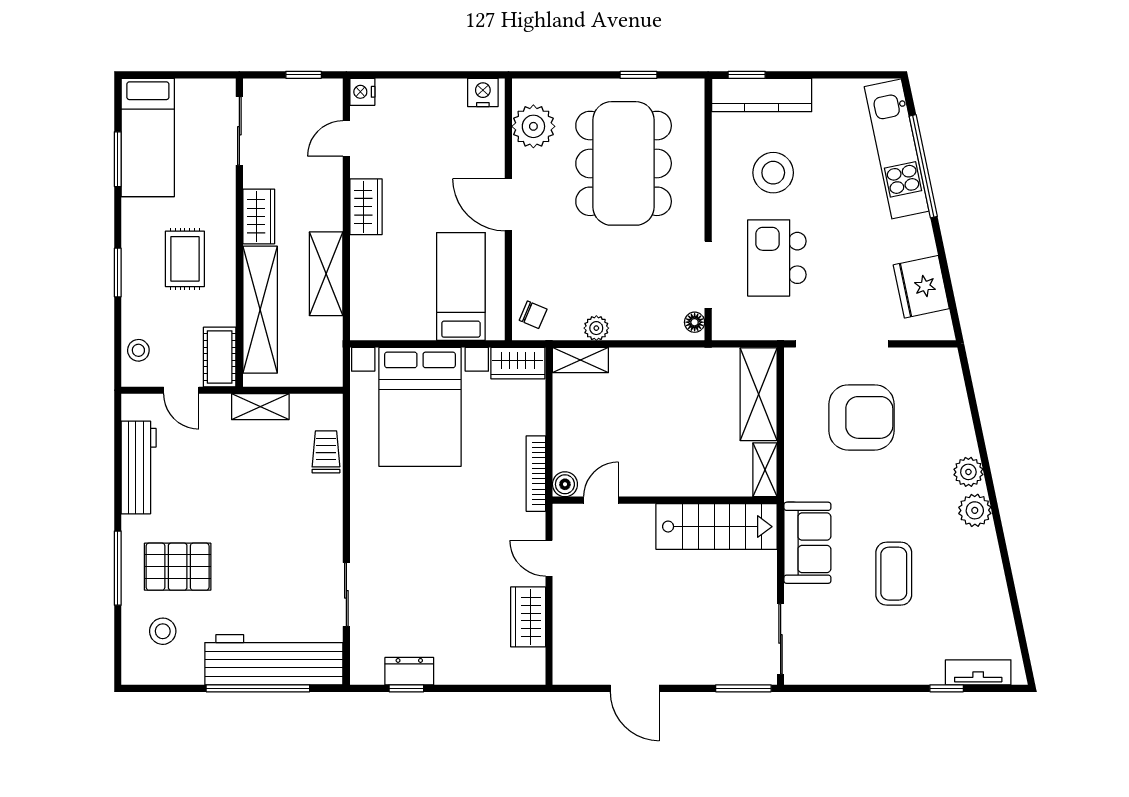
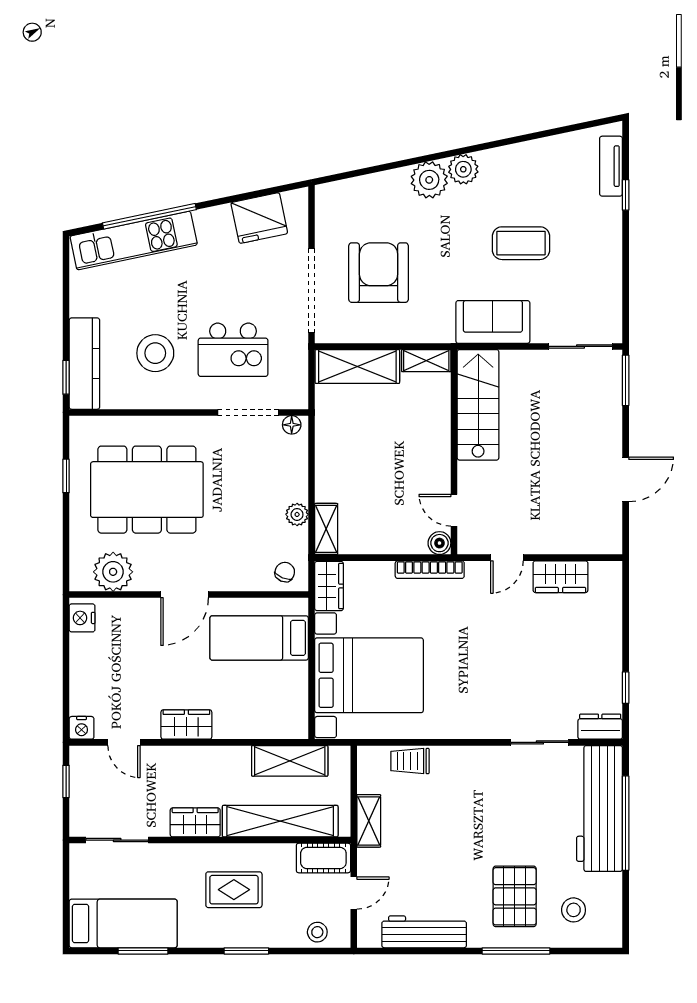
shelving: (326, 274) -> (290, 761), moved
plant: (968, 472) -> (429, 180), width x1.36, depth x1.36
dresser: (409, 671) -> (600, 727), moved, turned 90

